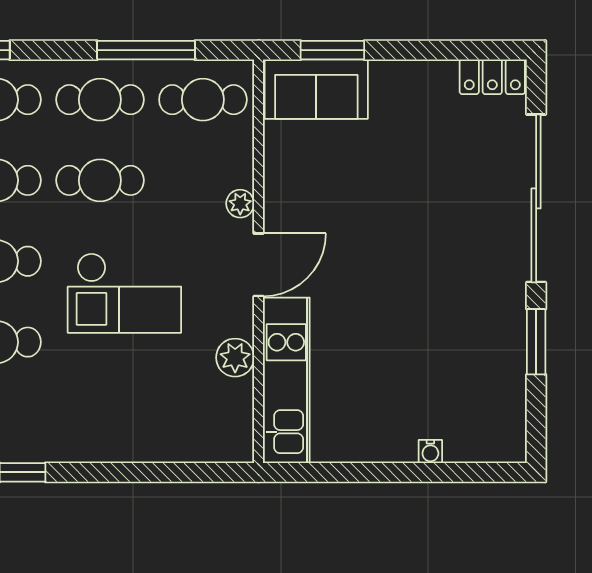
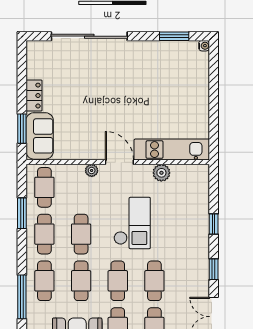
window: (146, 50) -> (22, 213), width x0.69
locker: (492, 77) -> (34, 96), moved
window: (536, 342) -> (174, 36), moved
water cooler: (430, 451) -> (204, 46), moved
window: (122, 472) -> (214, 224), added

